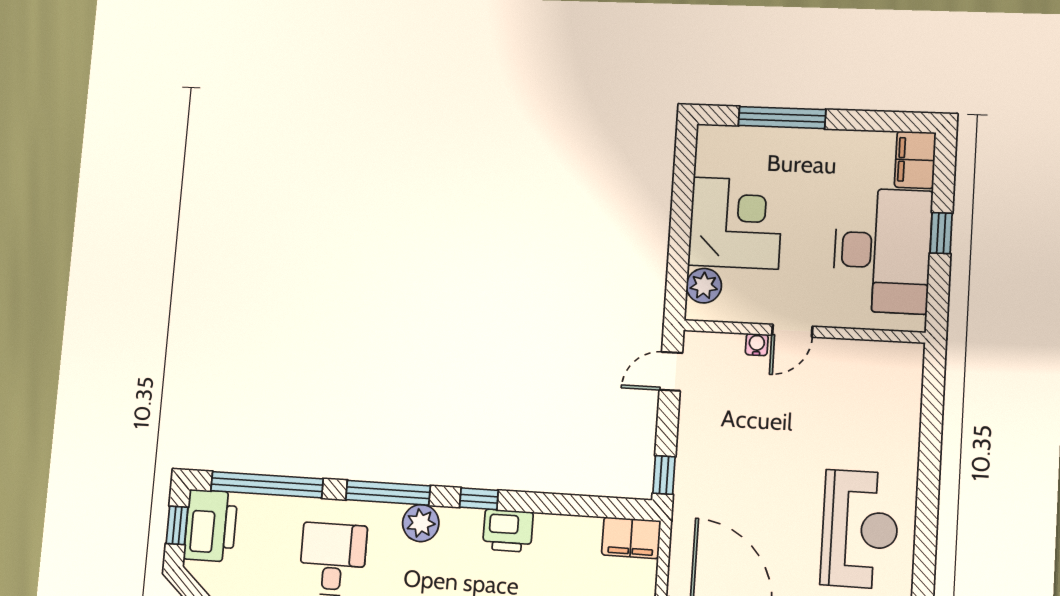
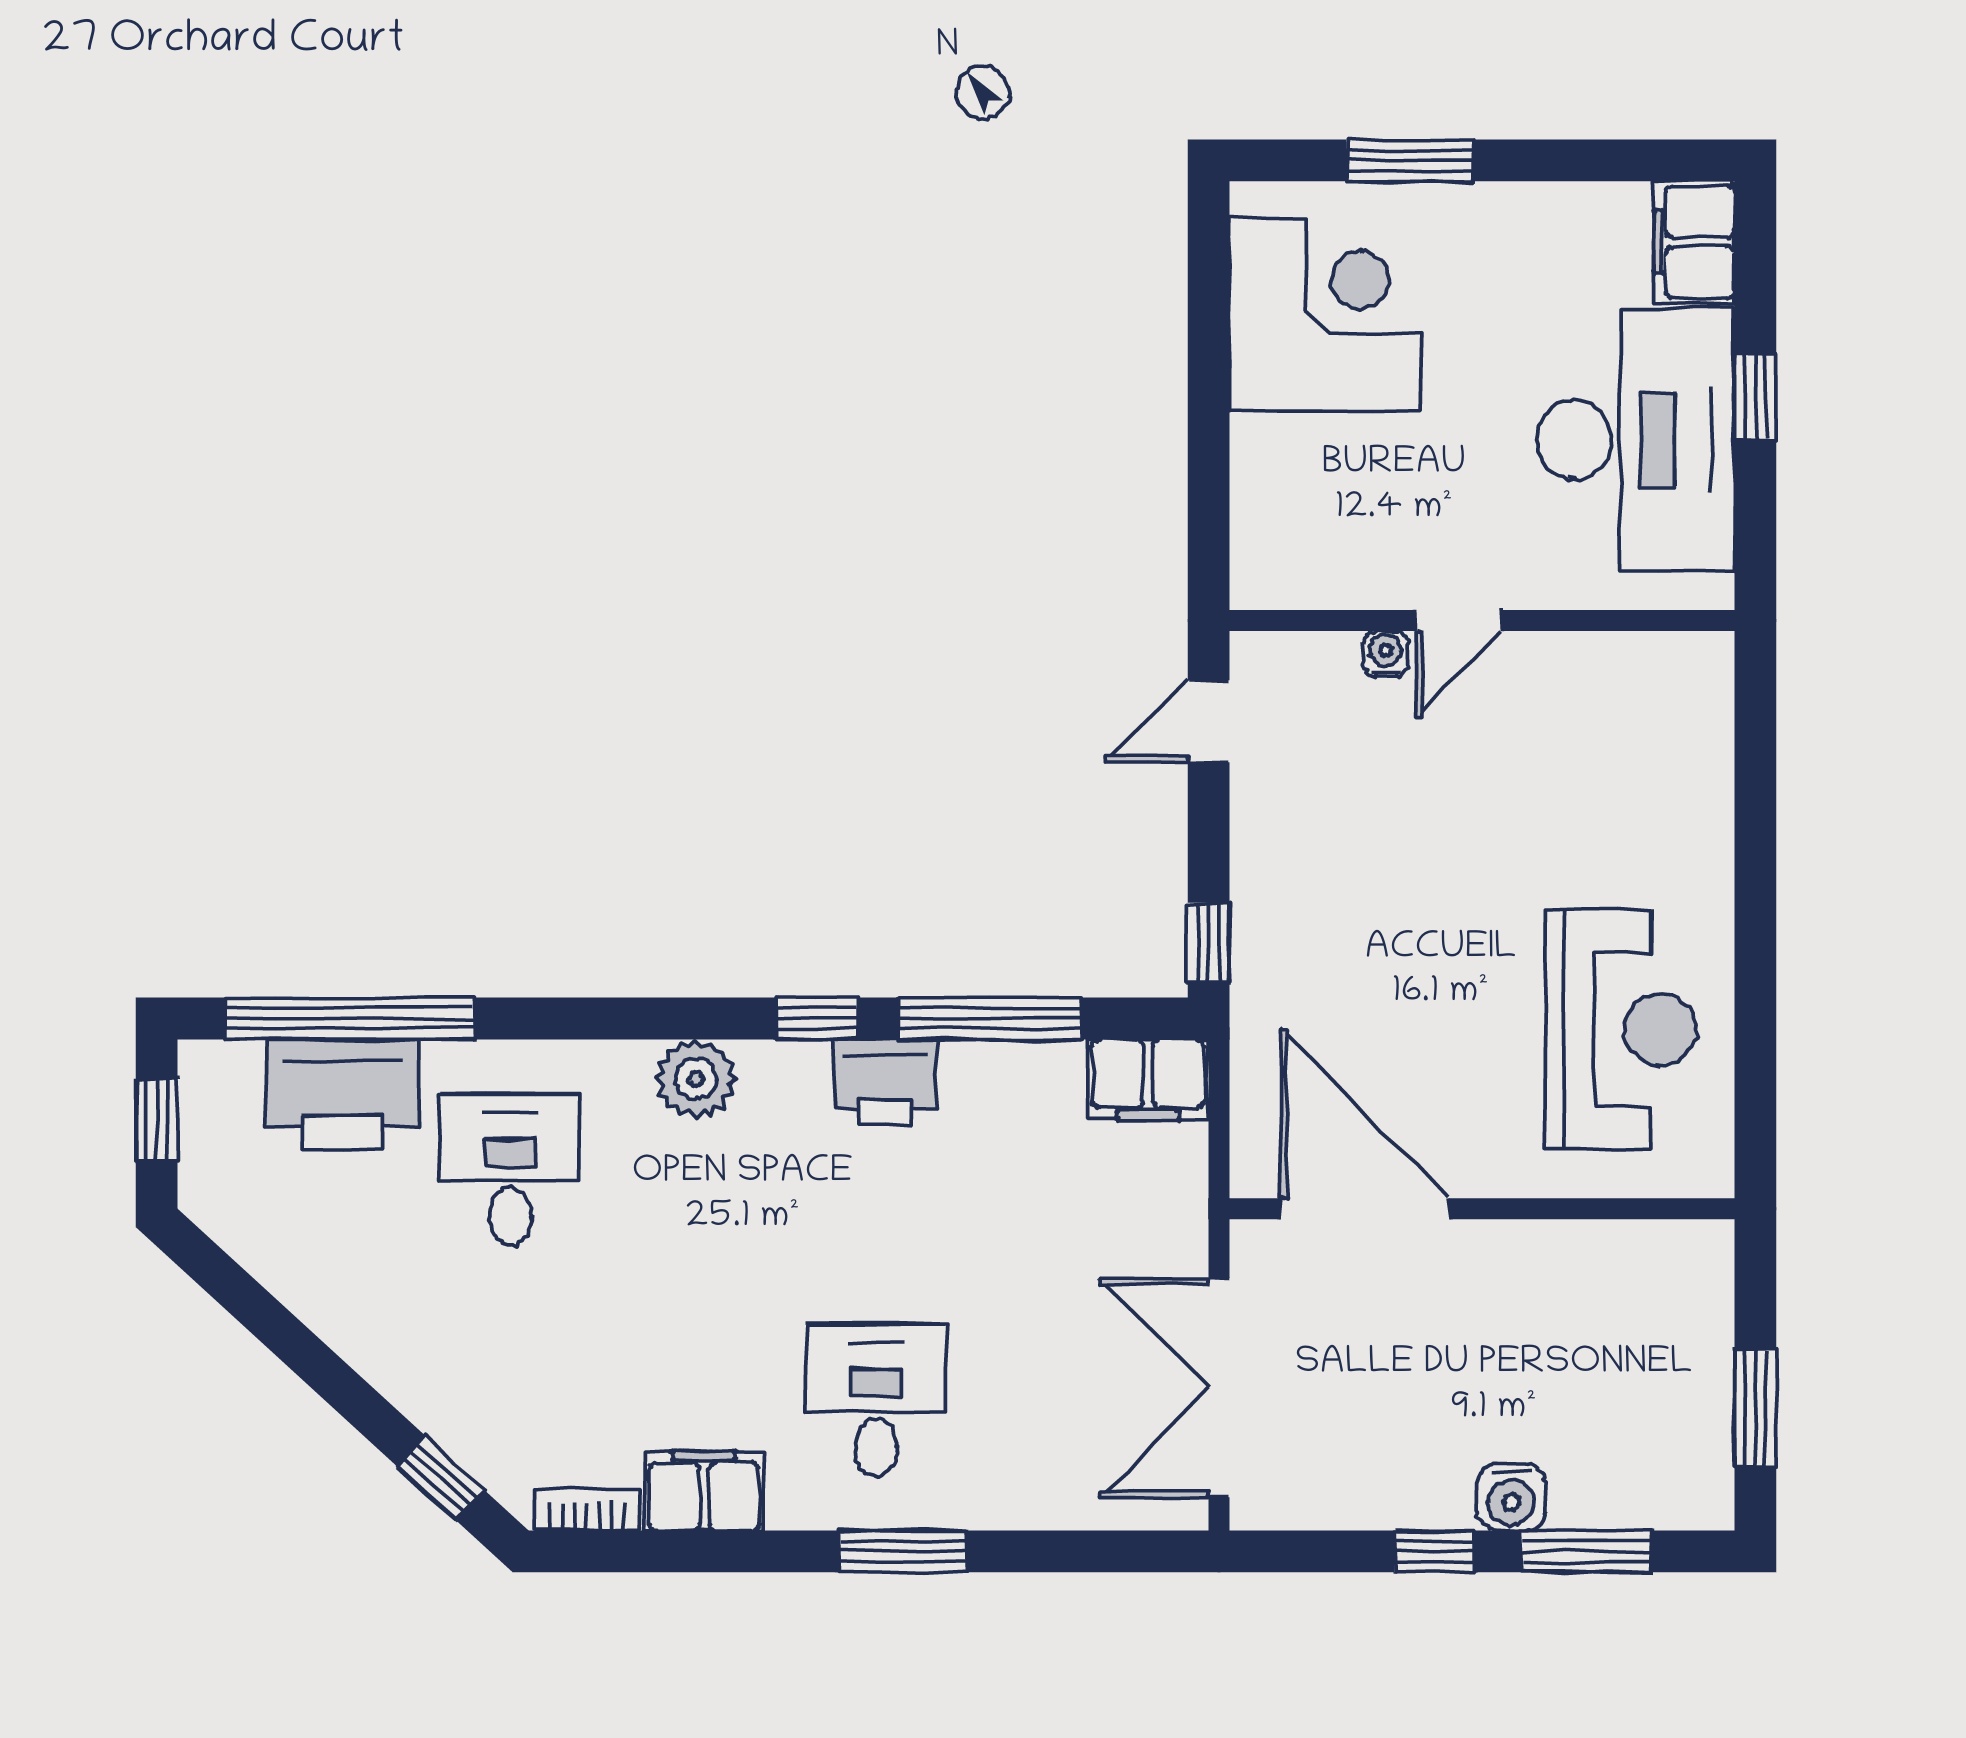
window: (782, 117) -> (1410, 160), width x0.69
corner desk: (736, 223) -> (1325, 315), moved
plant: (704, 286) -> (1267, 533), removed
window: (388, 493) -> (990, 1018), moved
printer: (211, 526) -> (343, 1094), moved, turned 90

